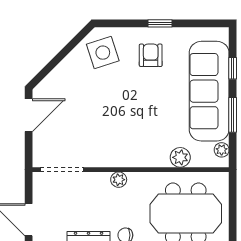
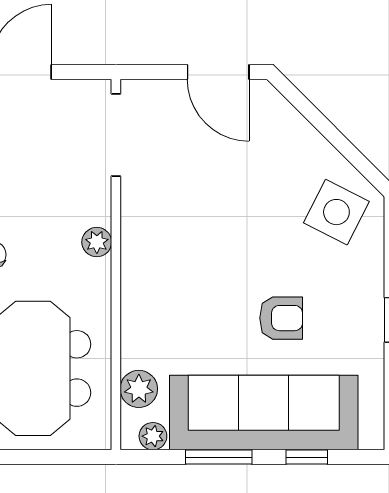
side table: (103, 53) -> (336, 212), turned 45
armchair: (151, 55) -> (281, 318), moved
plant: (180, 157) -> (139, 389), moved

